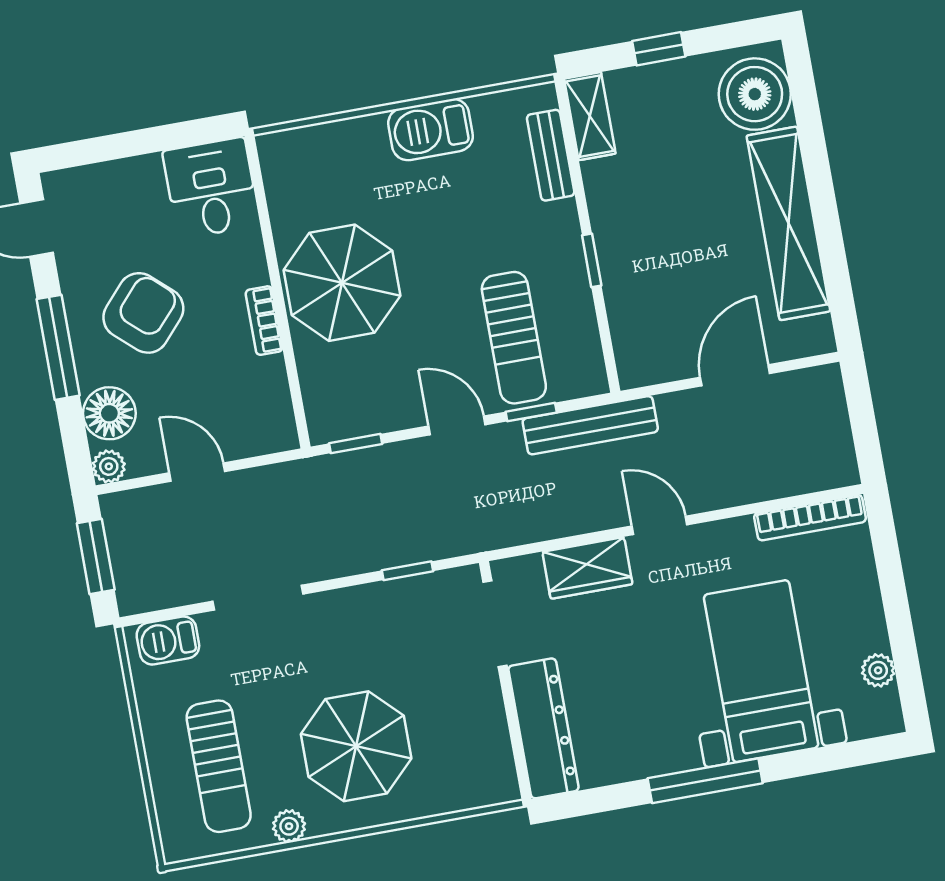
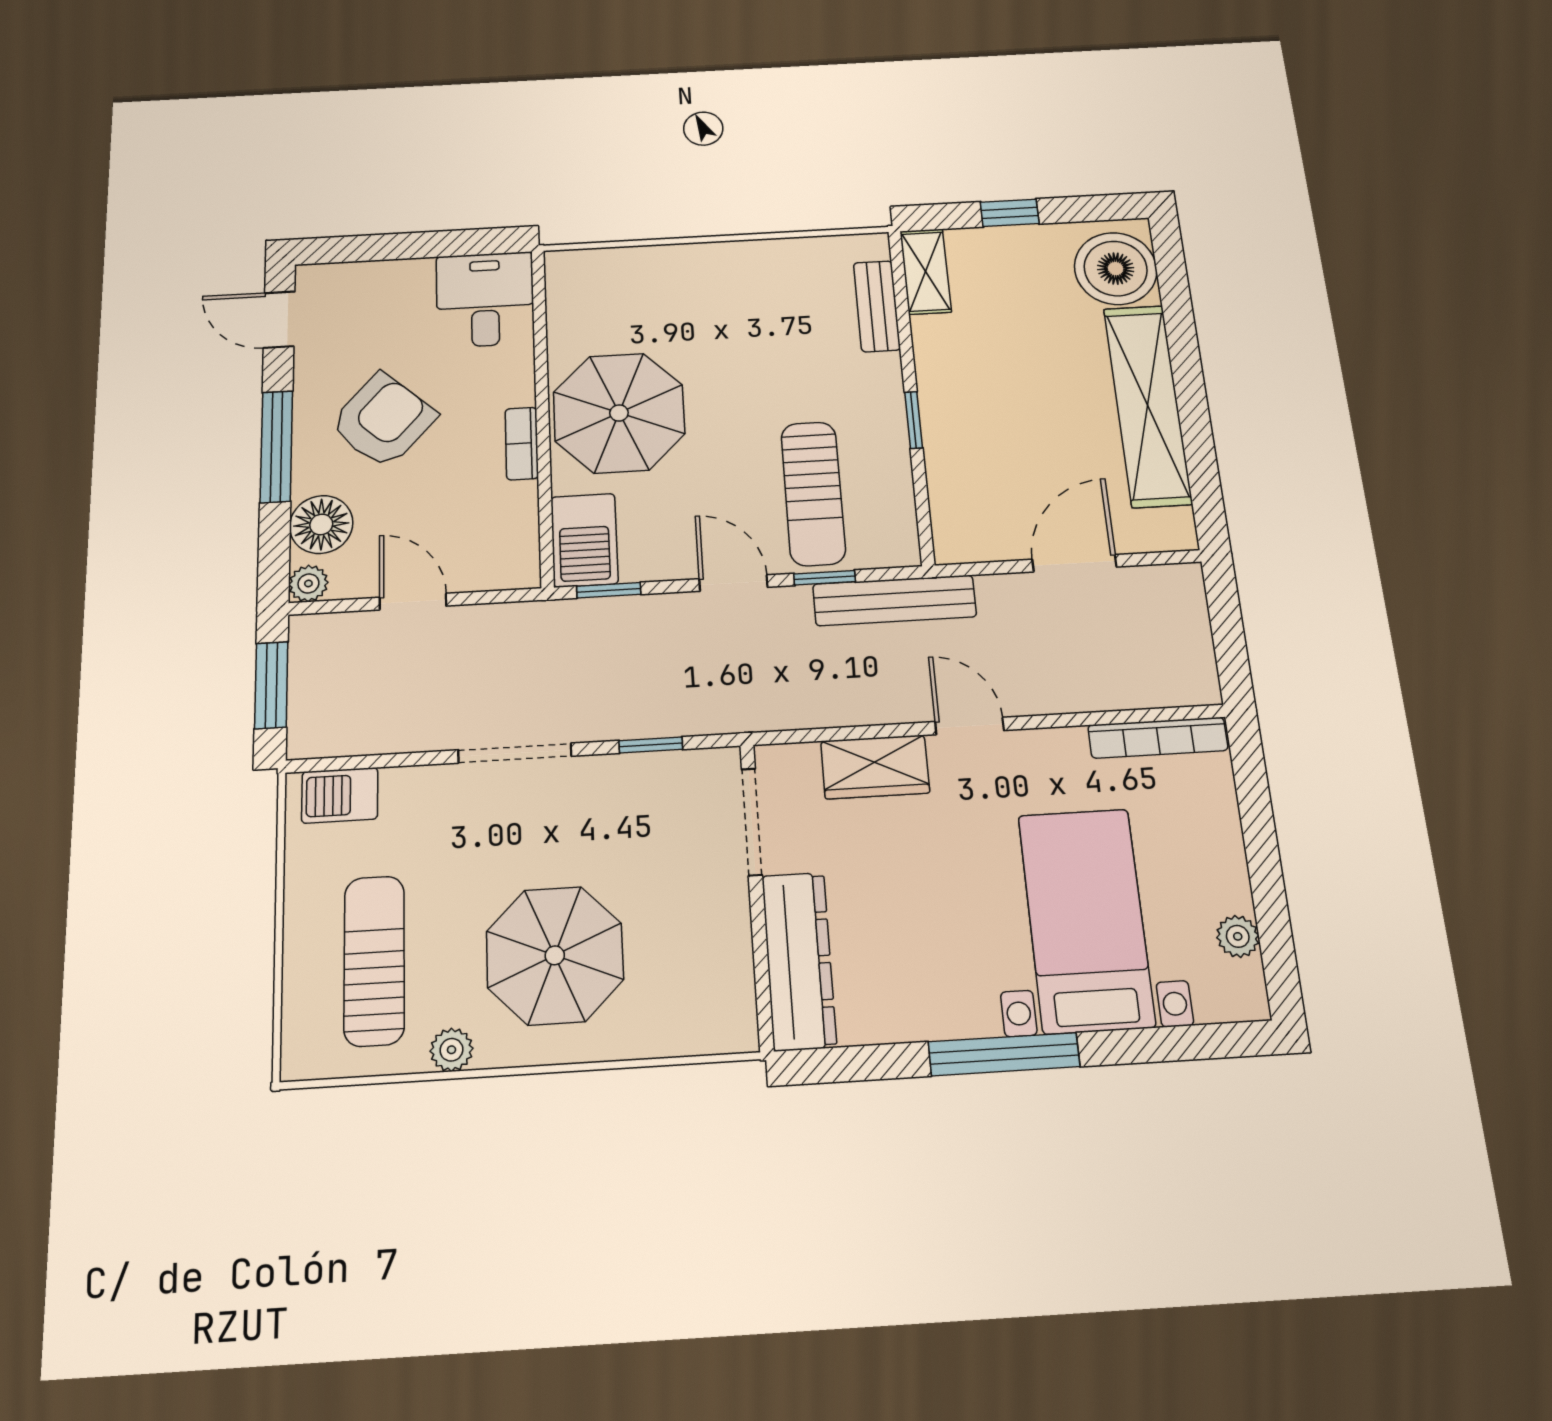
barbecue: (431, 130) -> (584, 540), moved, turned -90
doorway: (258, 598) -> (515, 753), moved
sun lounger: (219, 766) -> (374, 960), turned 180

